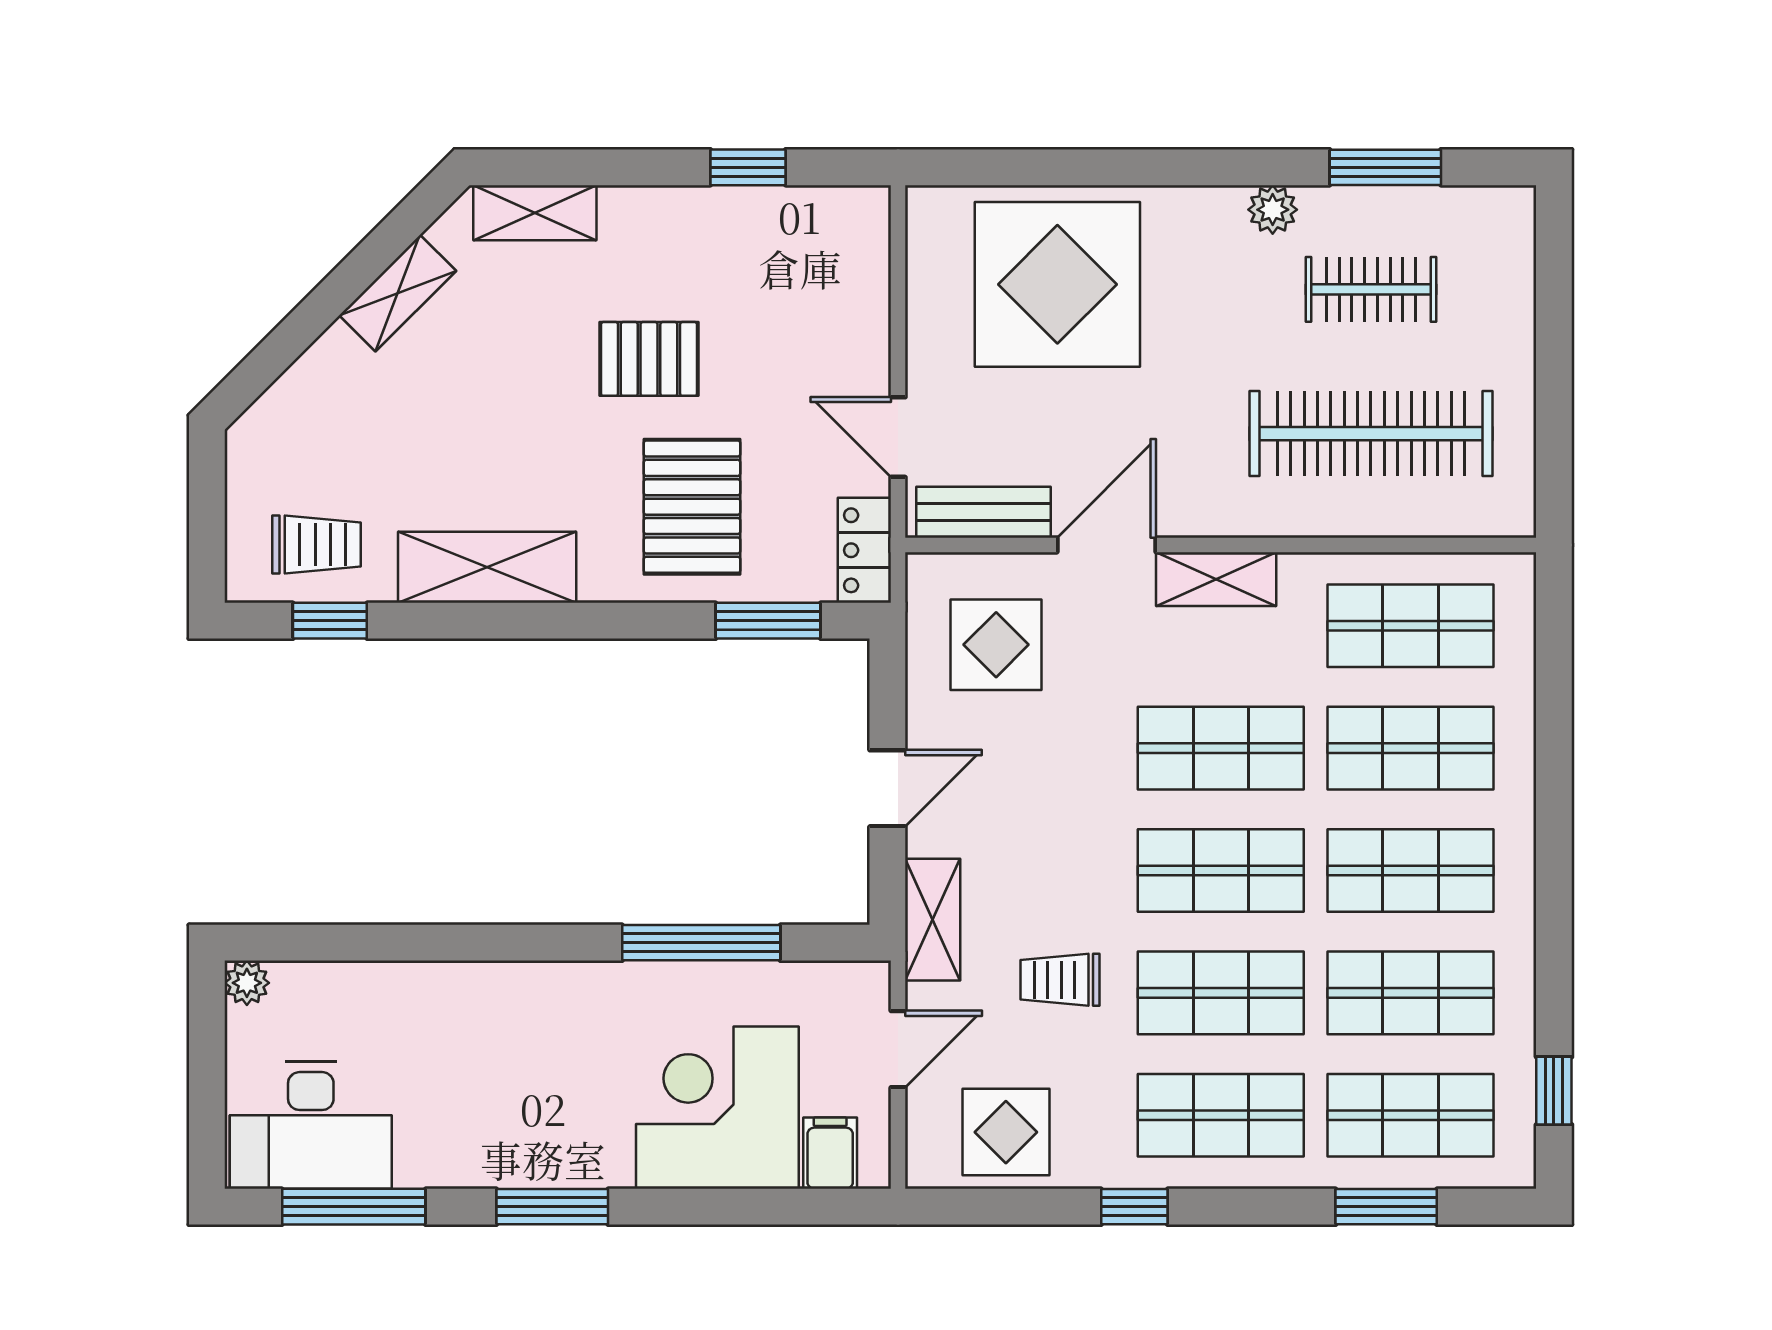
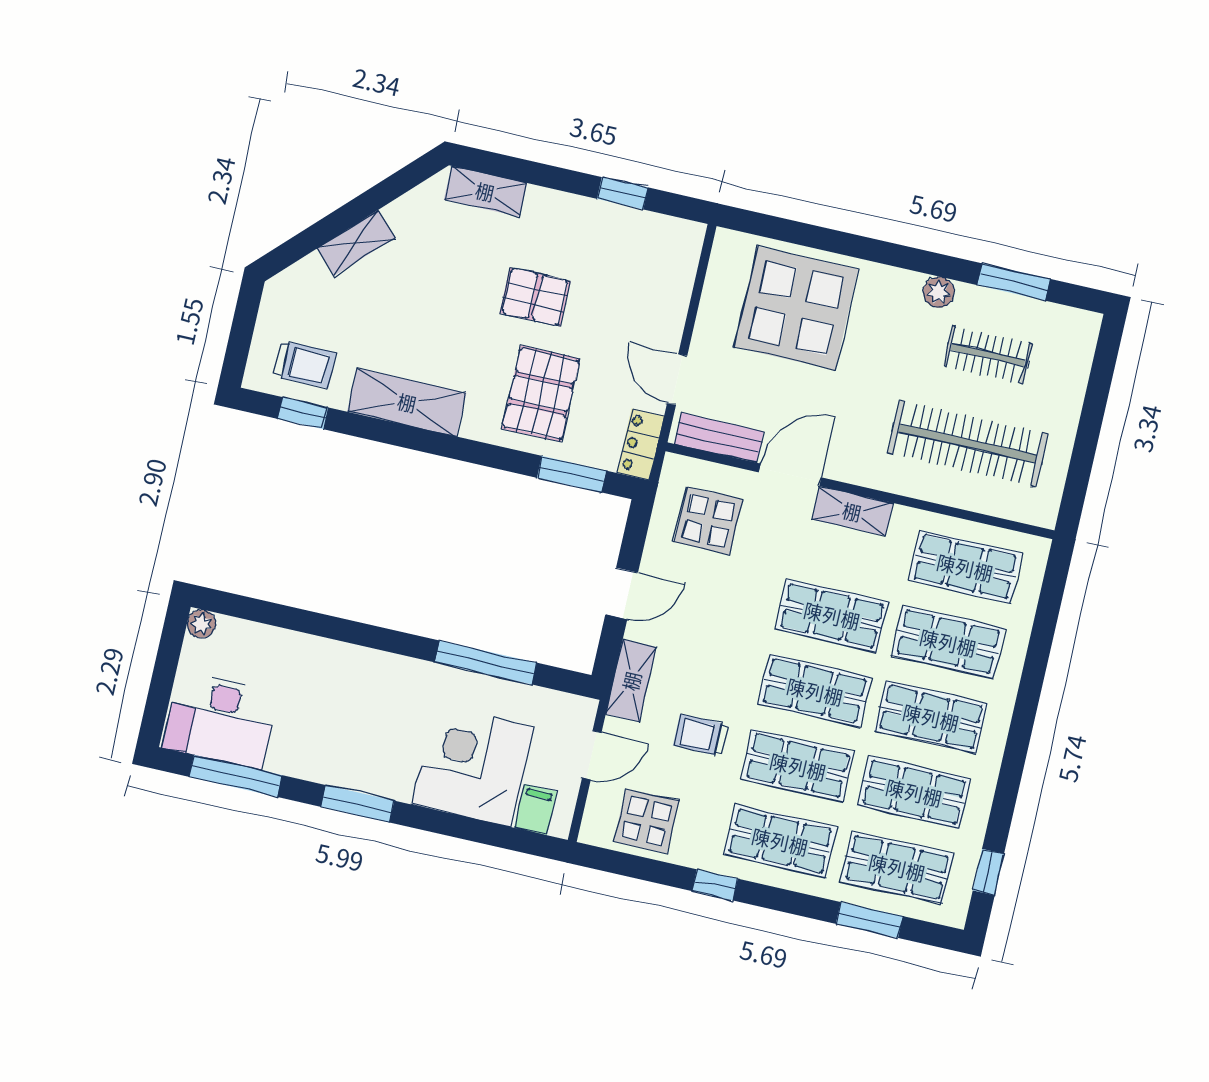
shelving: (398, 293) -> (356, 243), moved

